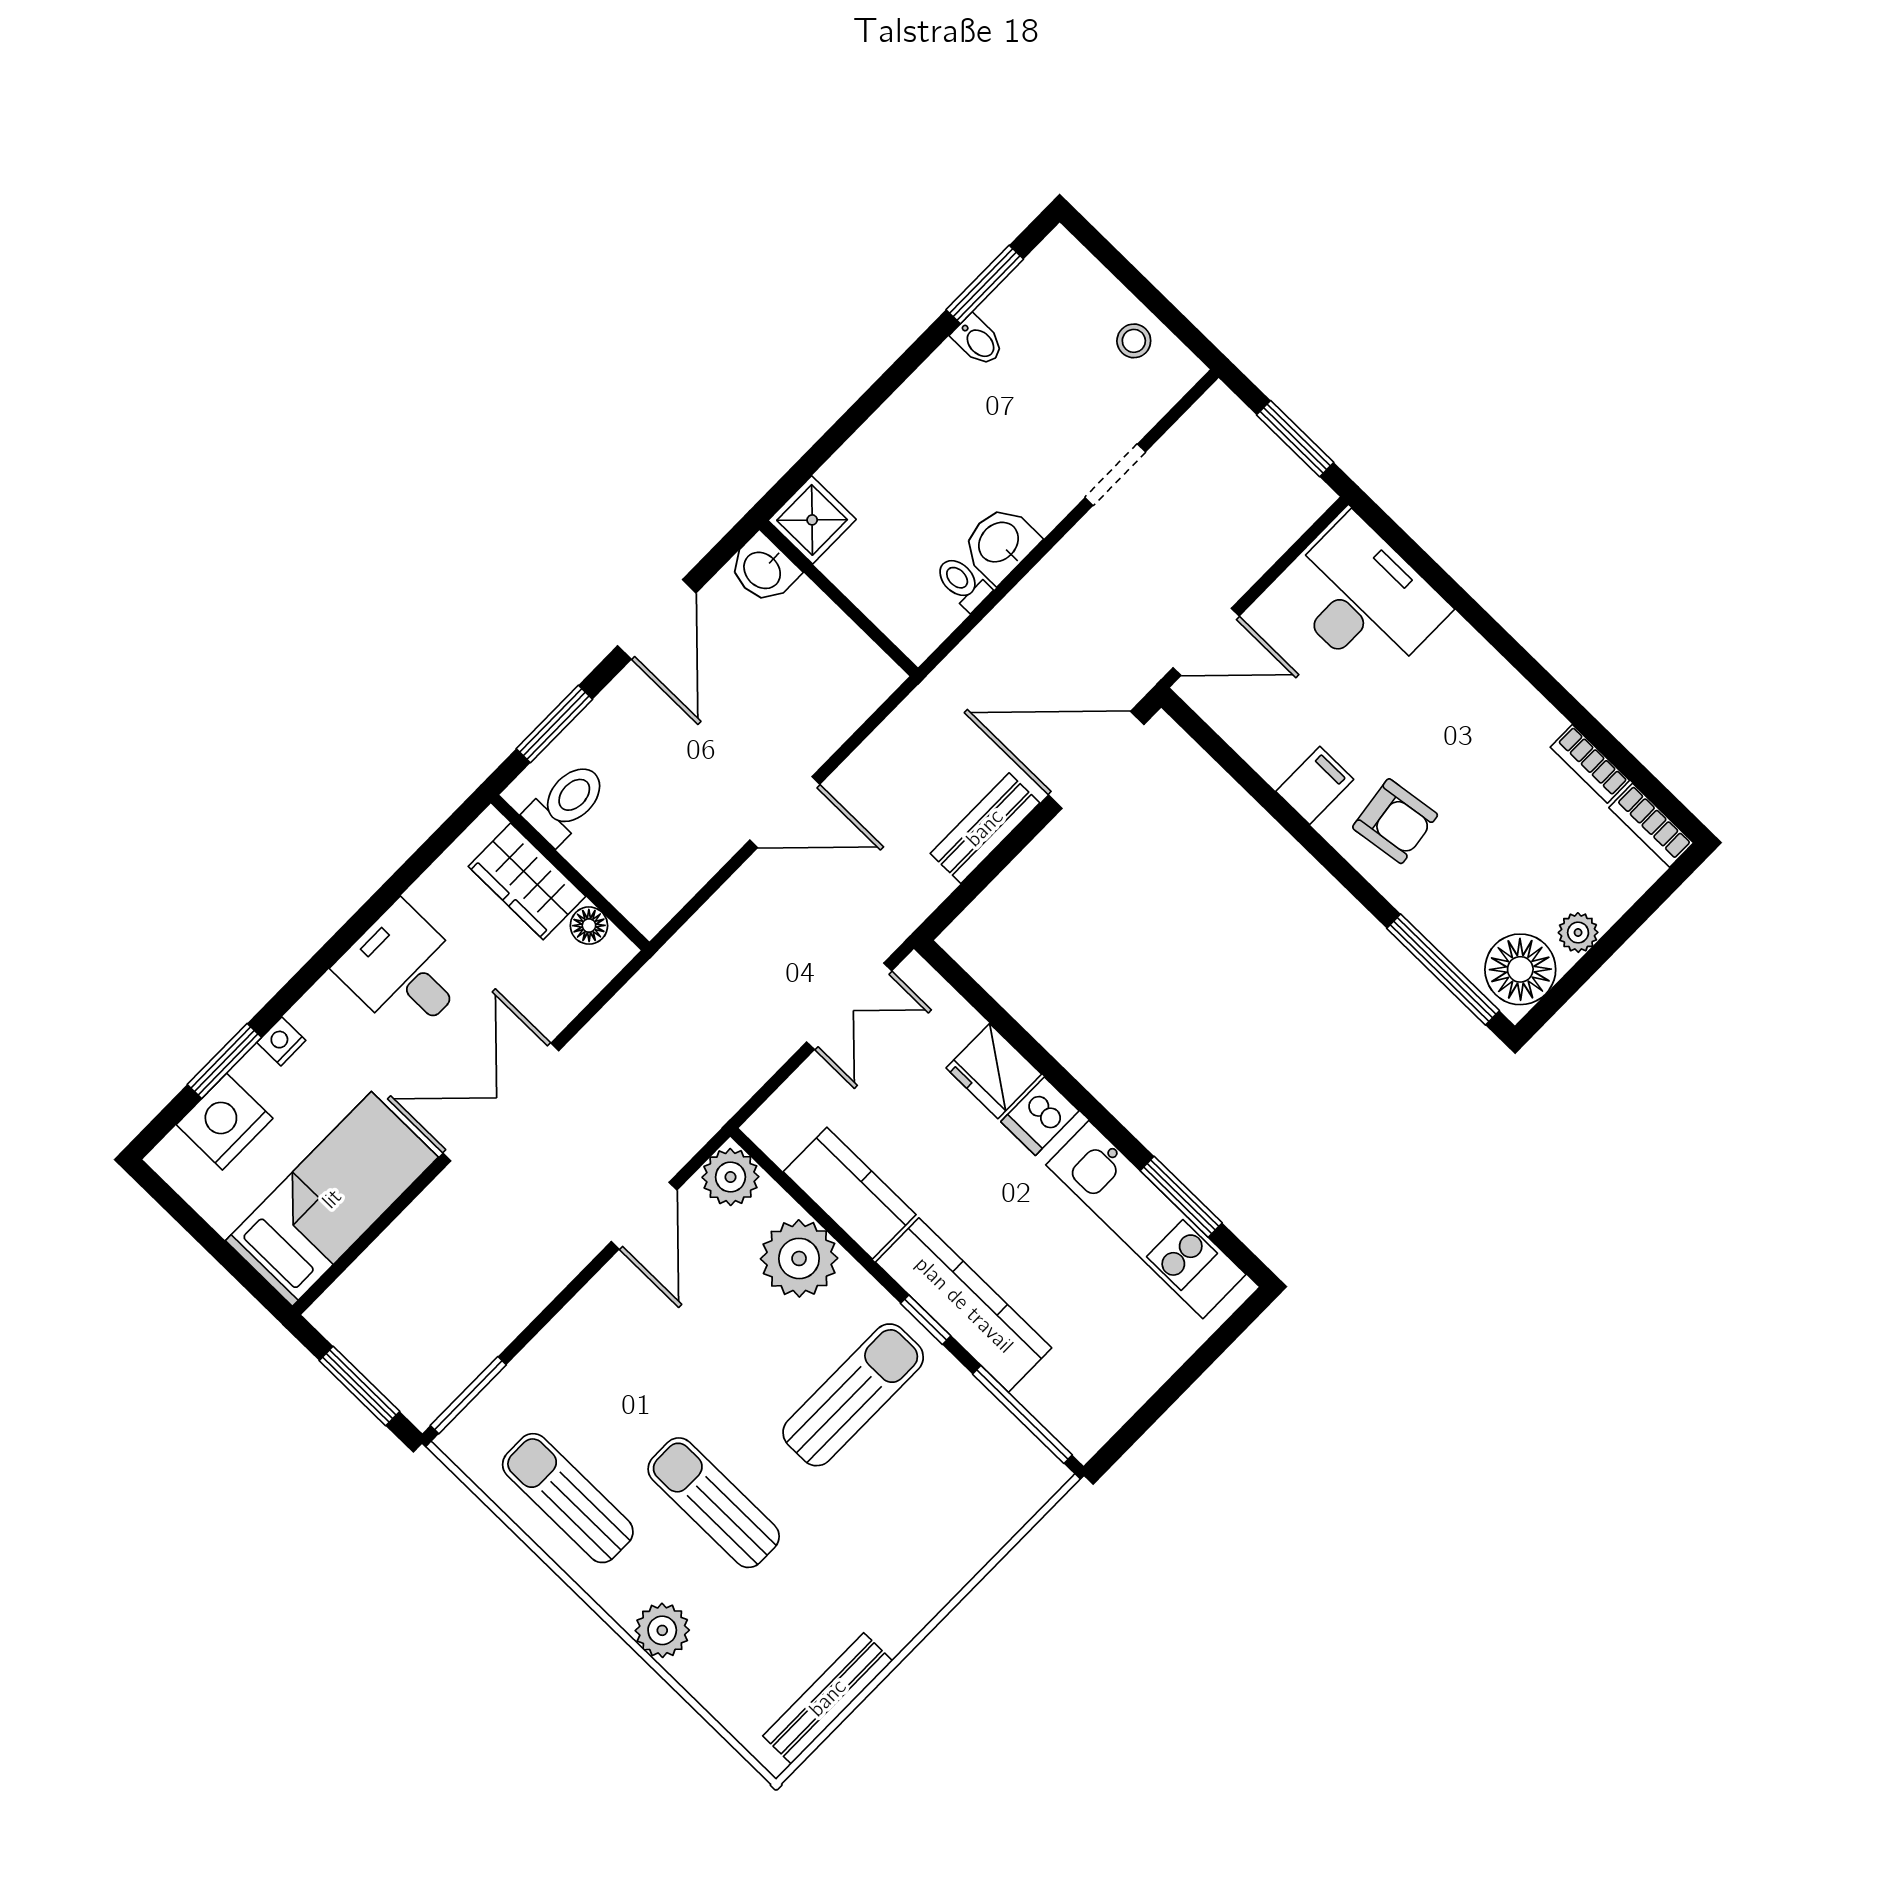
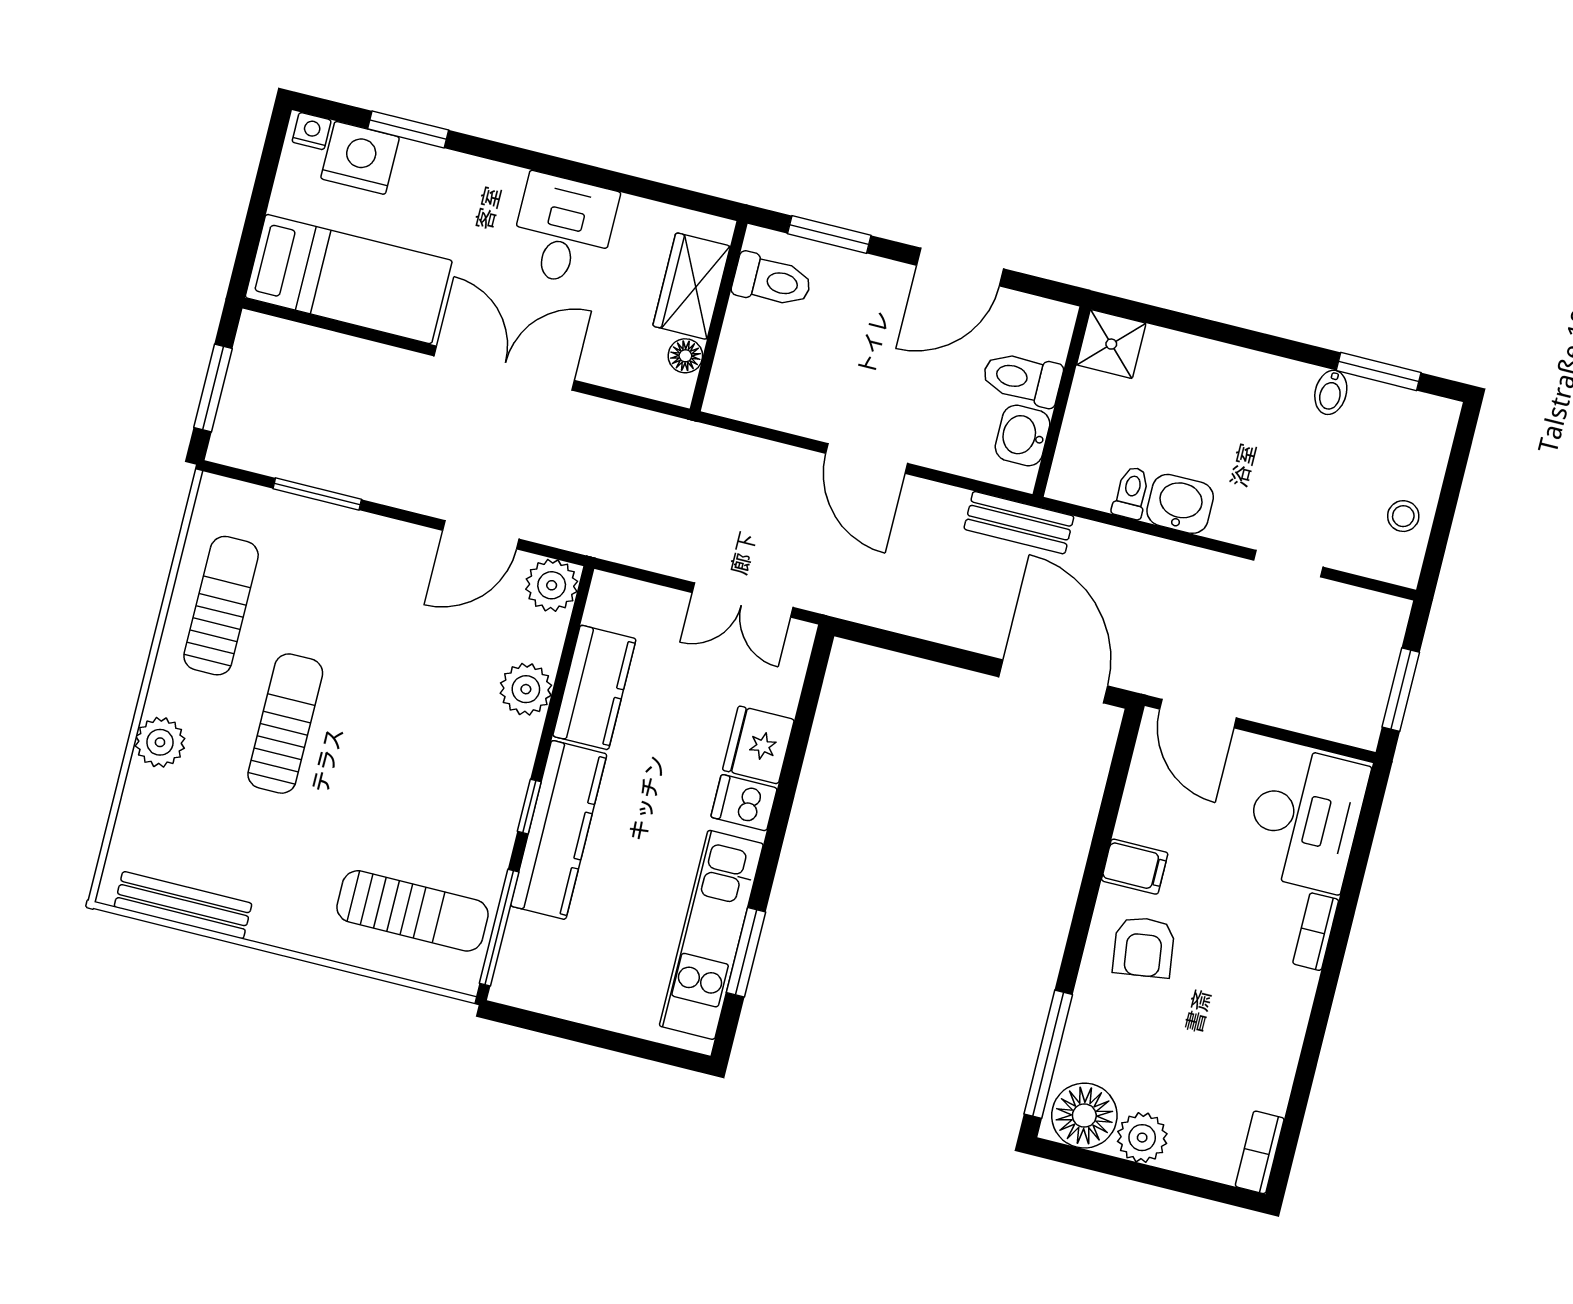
washbasin: (763, 569) -> (1023, 436), moved
toilet: (795, 622) -> (1022, 378), added
bookcase: (1590, 764) -> (1316, 932), moved
bench: (985, 828) -> (1019, 523), moved
plant: (1578, 933) -> (1142, 1138), width x1.38, depth x1.38
nightstand: (281, 1041) -> (312, 131), moved
plant: (799, 1258) -> (526, 689), width x0.73, depth x0.73
window: (468, 1395) -> (317, 494), moved
sun lounger: (853, 1395) -> (412, 911), moved

